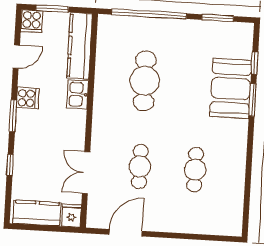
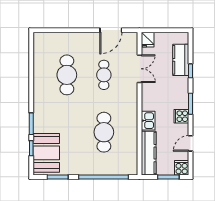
booth: (231, 88) -> (46, 153), moved
cafe table: (195, 170) -> (67, 75), width x1.37, depth x1.35
kitchen counter: (37, 213) -> (181, 60), moved, turned 90

